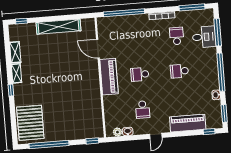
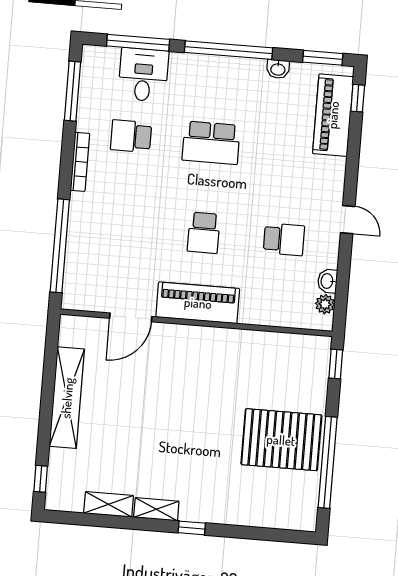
school desk: (179, 71) -> (211, 143), width x1.85
pallet: (30, 123) -> (281, 440), moved
piano: (188, 123) -> (333, 115), moved

